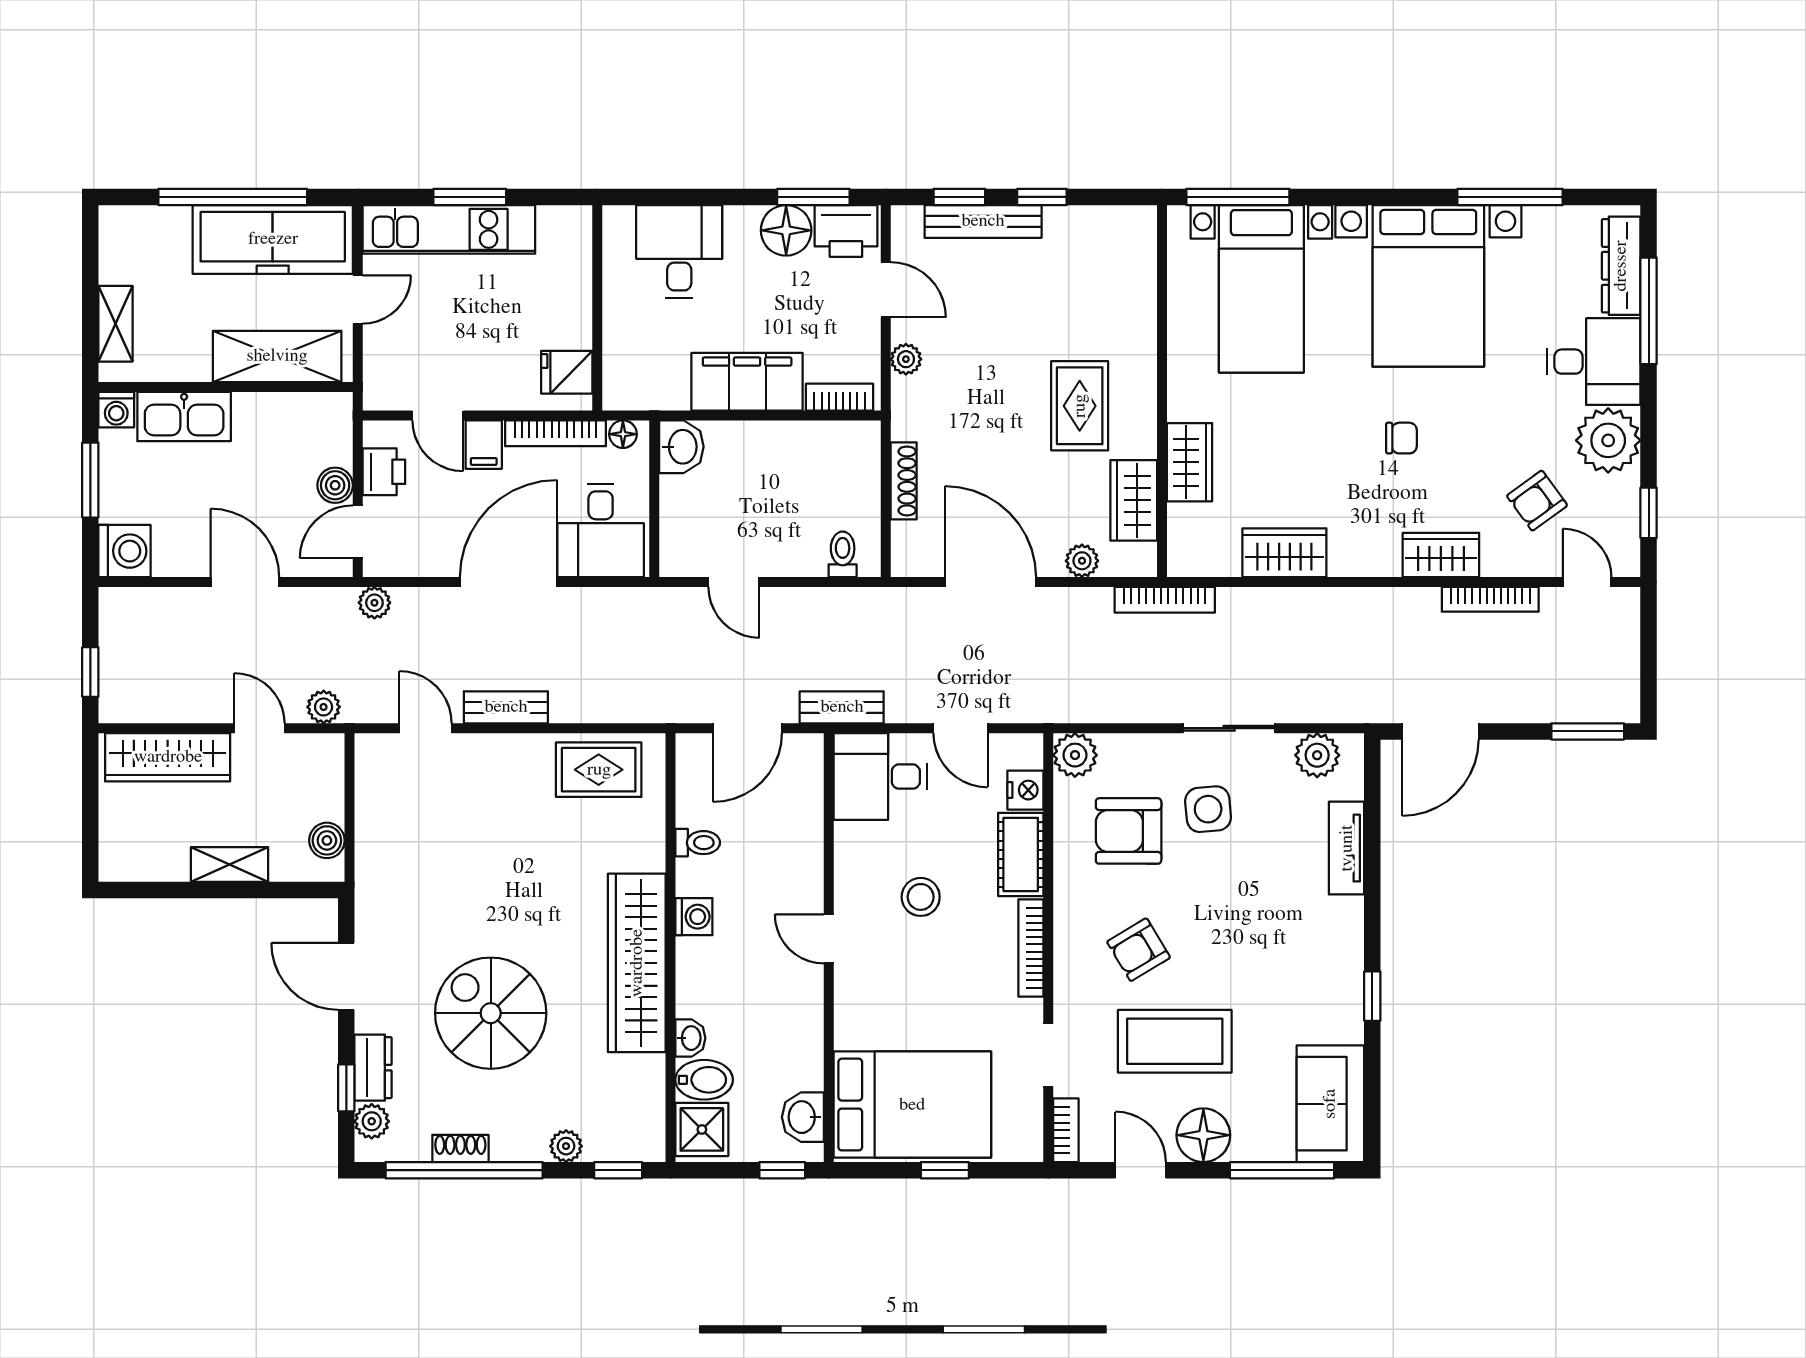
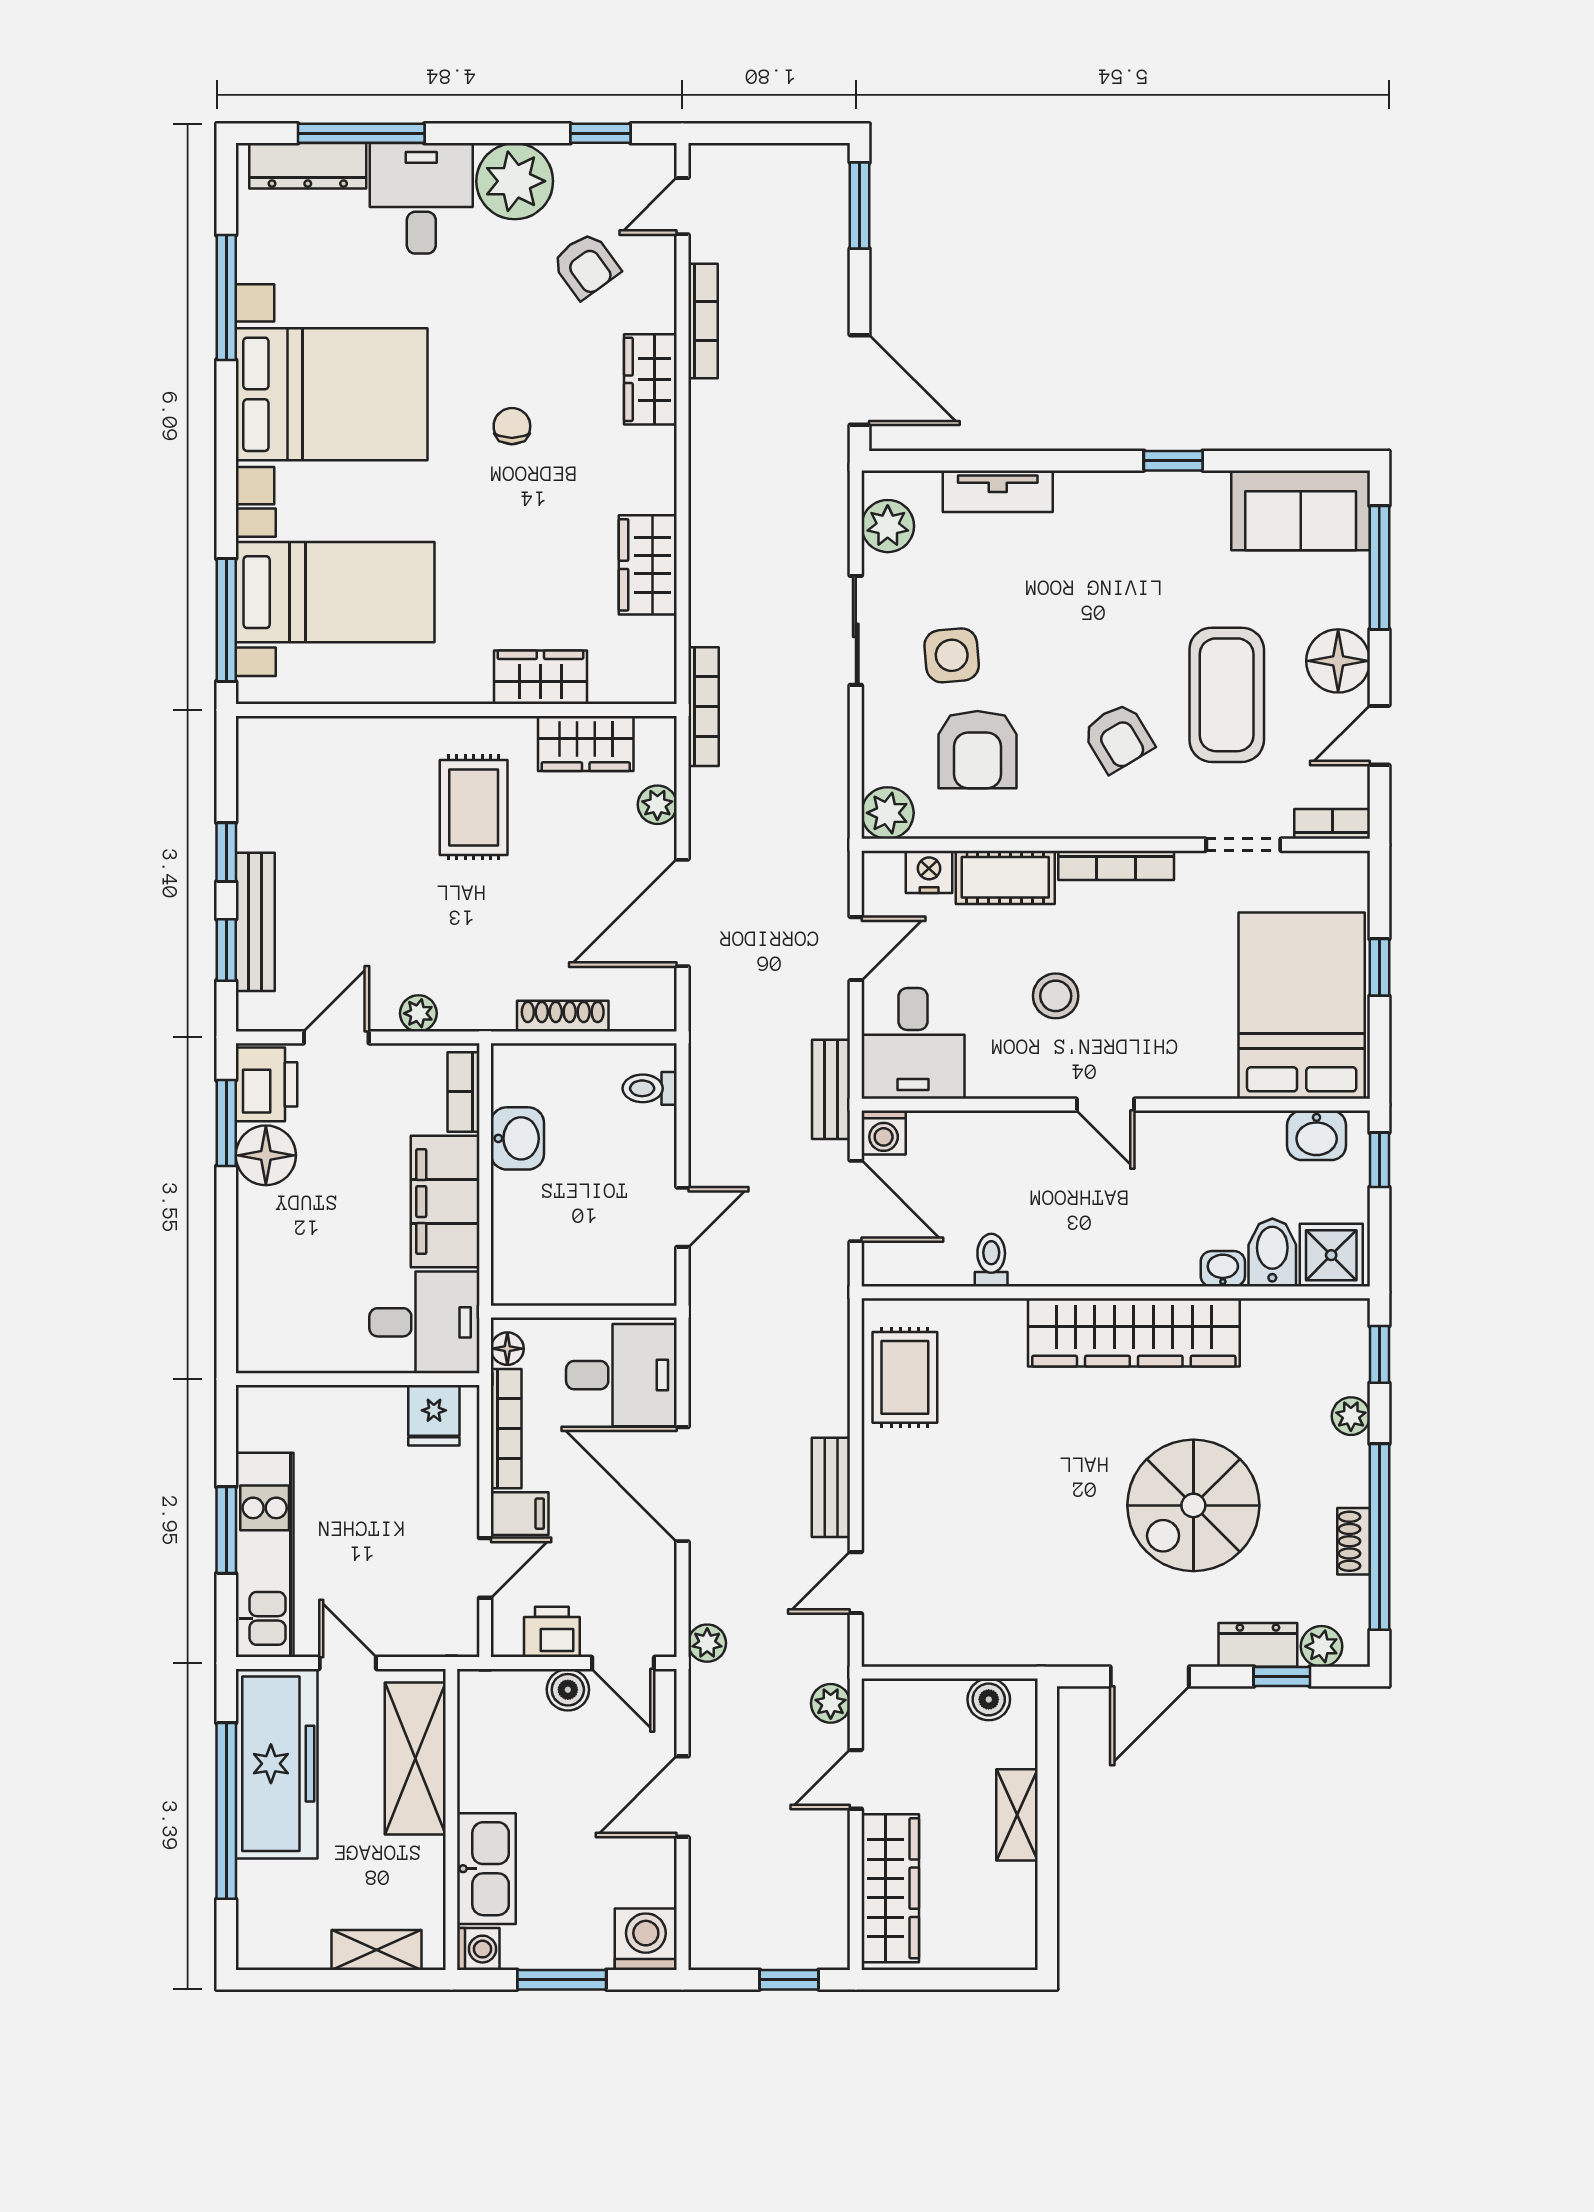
desk: (679, 251) -> (424, 1322), moved, turned 180
rug: (1080, 406) -> (474, 807), turned 90
washbasin: (681, 447) -> (517, 1138), moved, turned 90
washing machine: (694, 917) -> (884, 1132), moved, turned 180
door: (829, 939) -> (1105, 1105), hinge flipped

